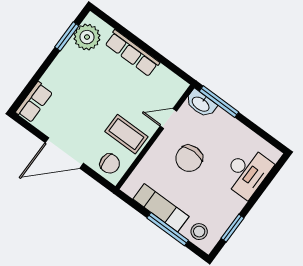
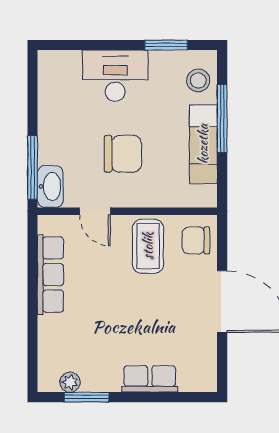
plant: (87, 37) -> (70, 382), width x0.53, depth x0.53
row of seats: (132, 53) -> (50, 275), moved
row of seats: (34, 102) -> (150, 379), moved
chair: (110, 164) -> (196, 240), turned -90
desk: (247, 172) -> (115, 76), moved

